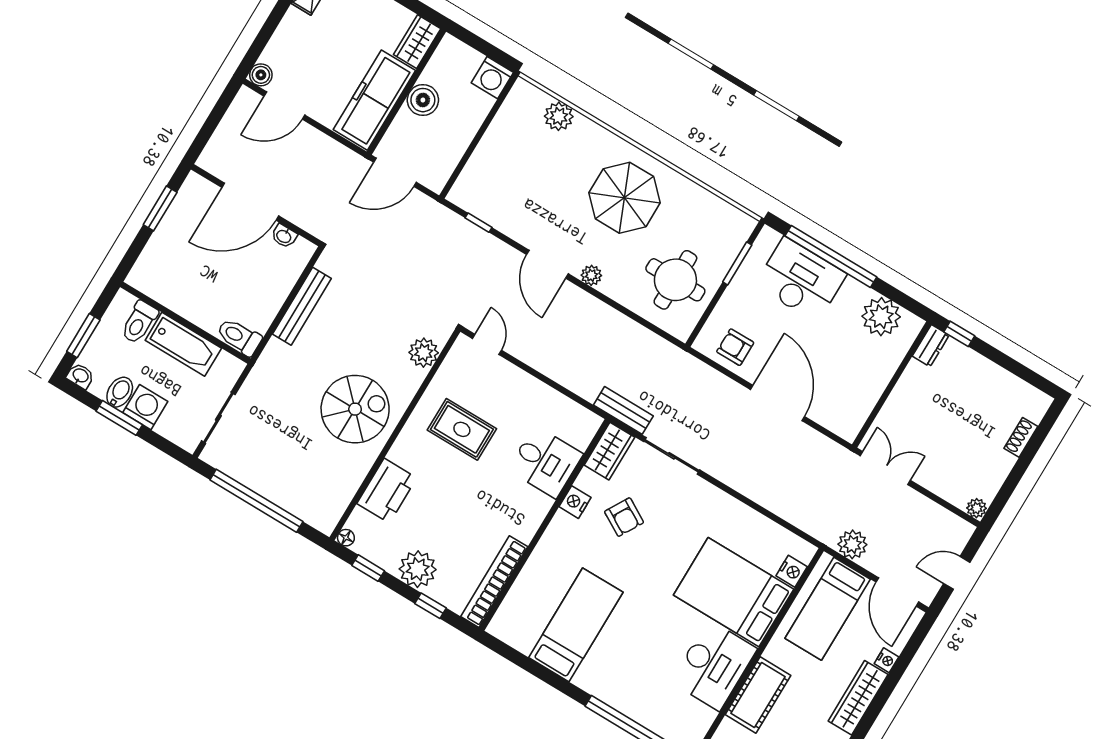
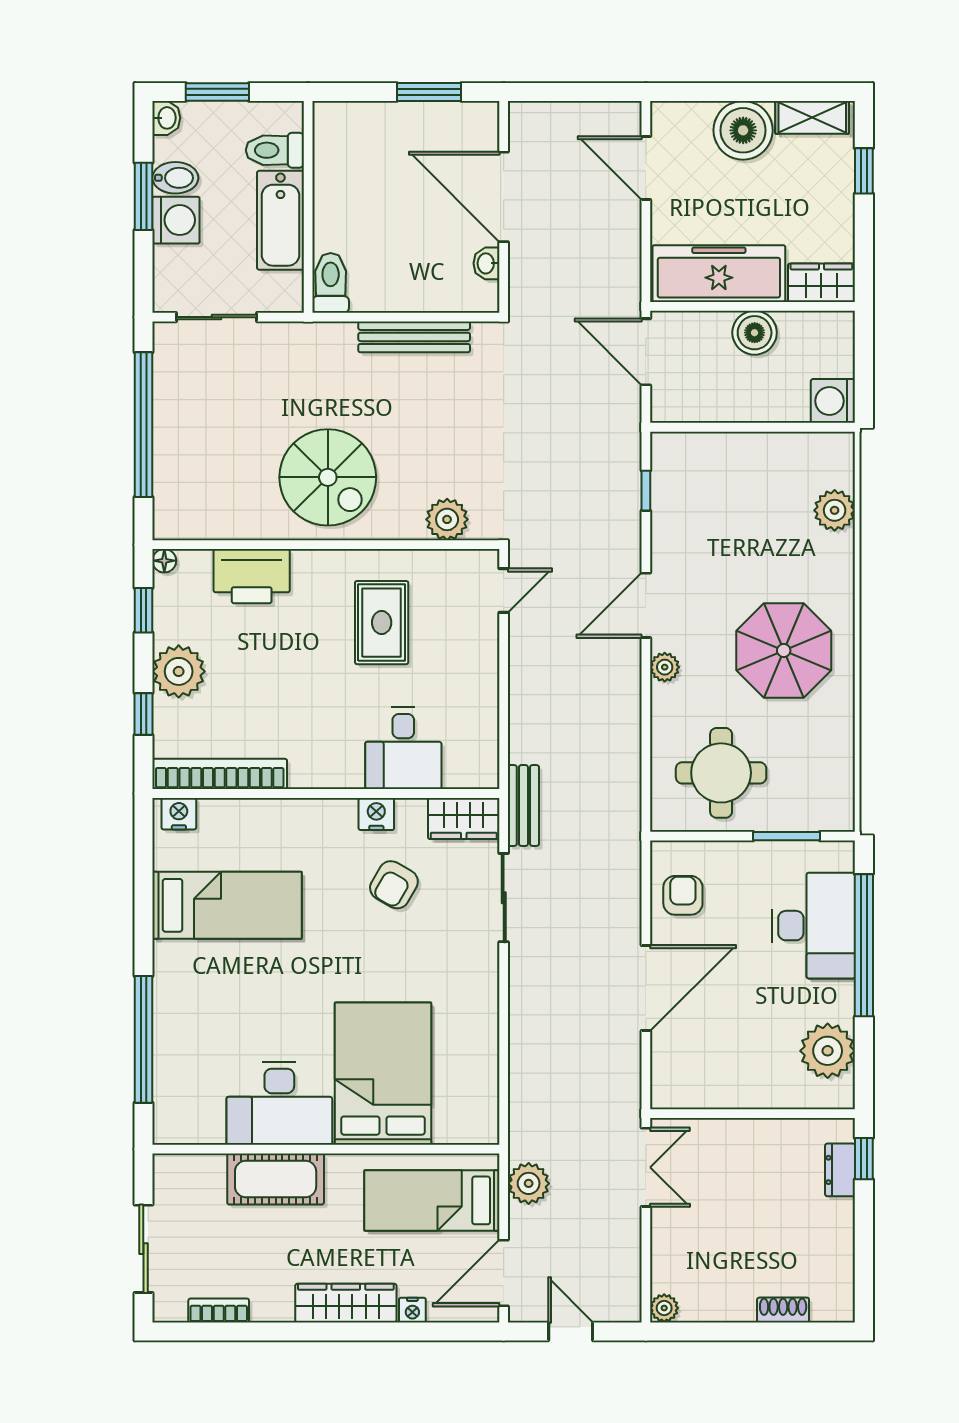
boiler: (261, 75) -> (743, 130), moved, width x1.86, depth x1.86
dresser: (931, 346) -> (840, 1170), moved, turned 90
nightstand: (792, 571) -> (179, 814), moved, turned 180

